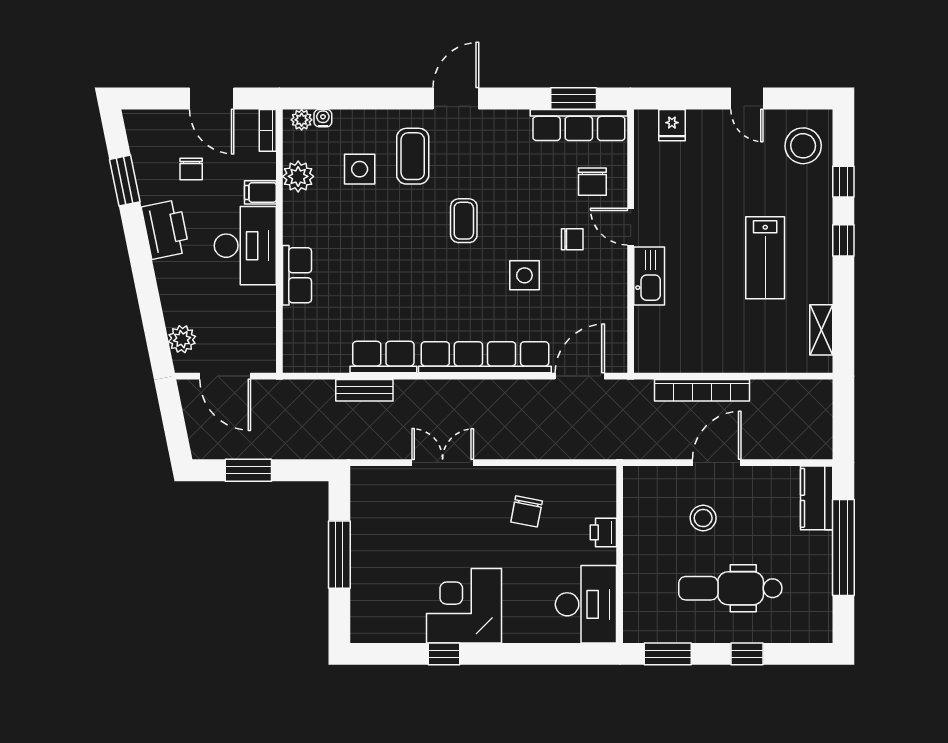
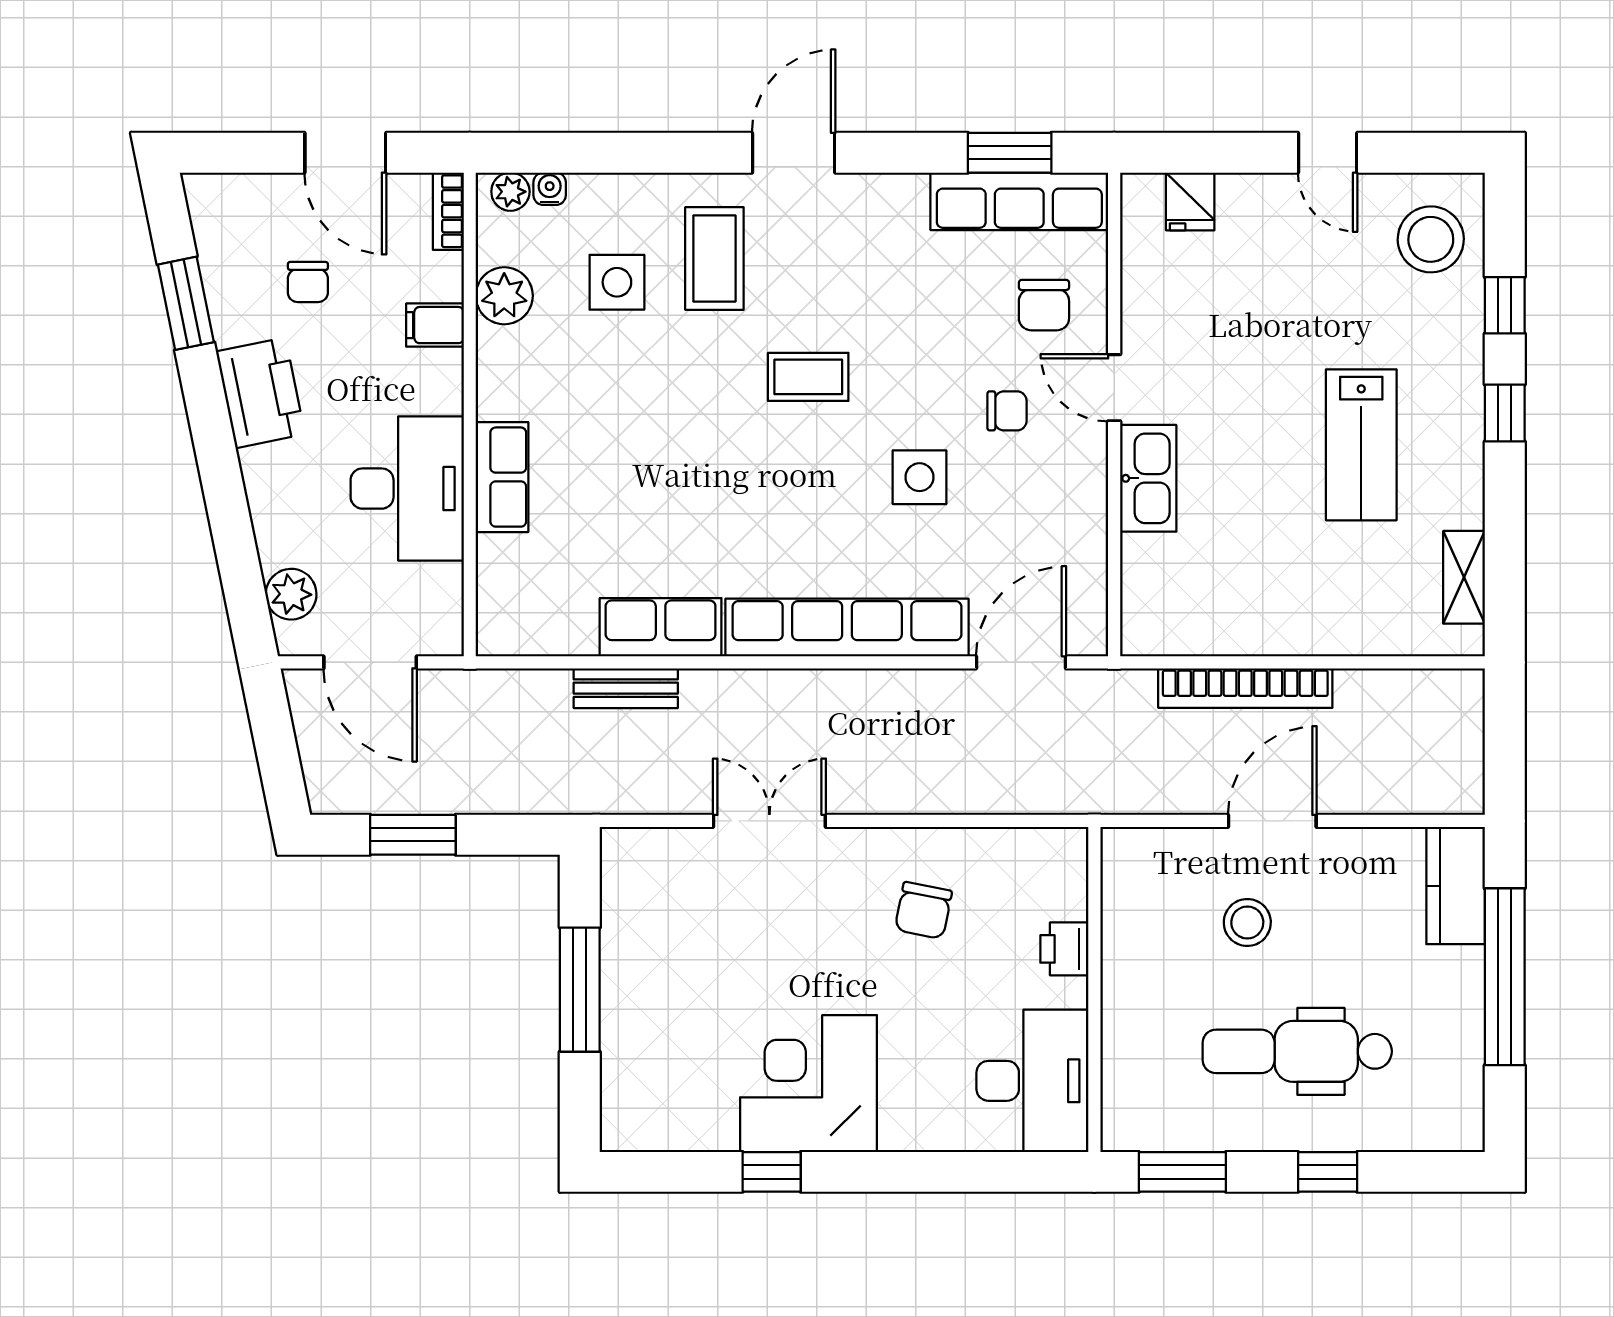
coffee table: (464, 221) -> (808, 377), turned 90
desk: (245, 246) -> (407, 489), moved

